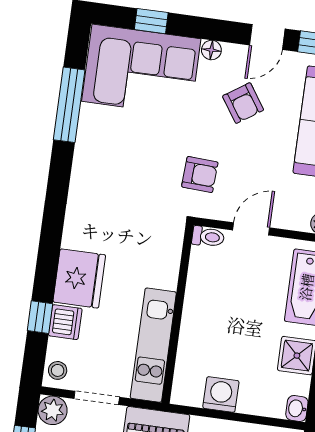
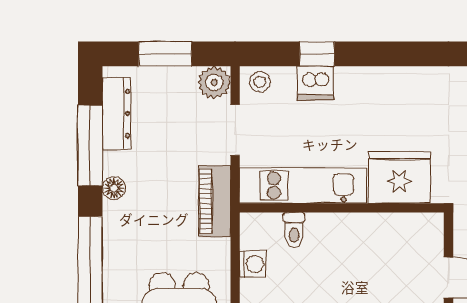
toilet: (208, 237) -> (294, 230), moved
fridge: (79, 278) -> (399, 177), moved, turned 180
washing machine: (221, 394) -> (253, 264), width x0.73, depth x0.73

